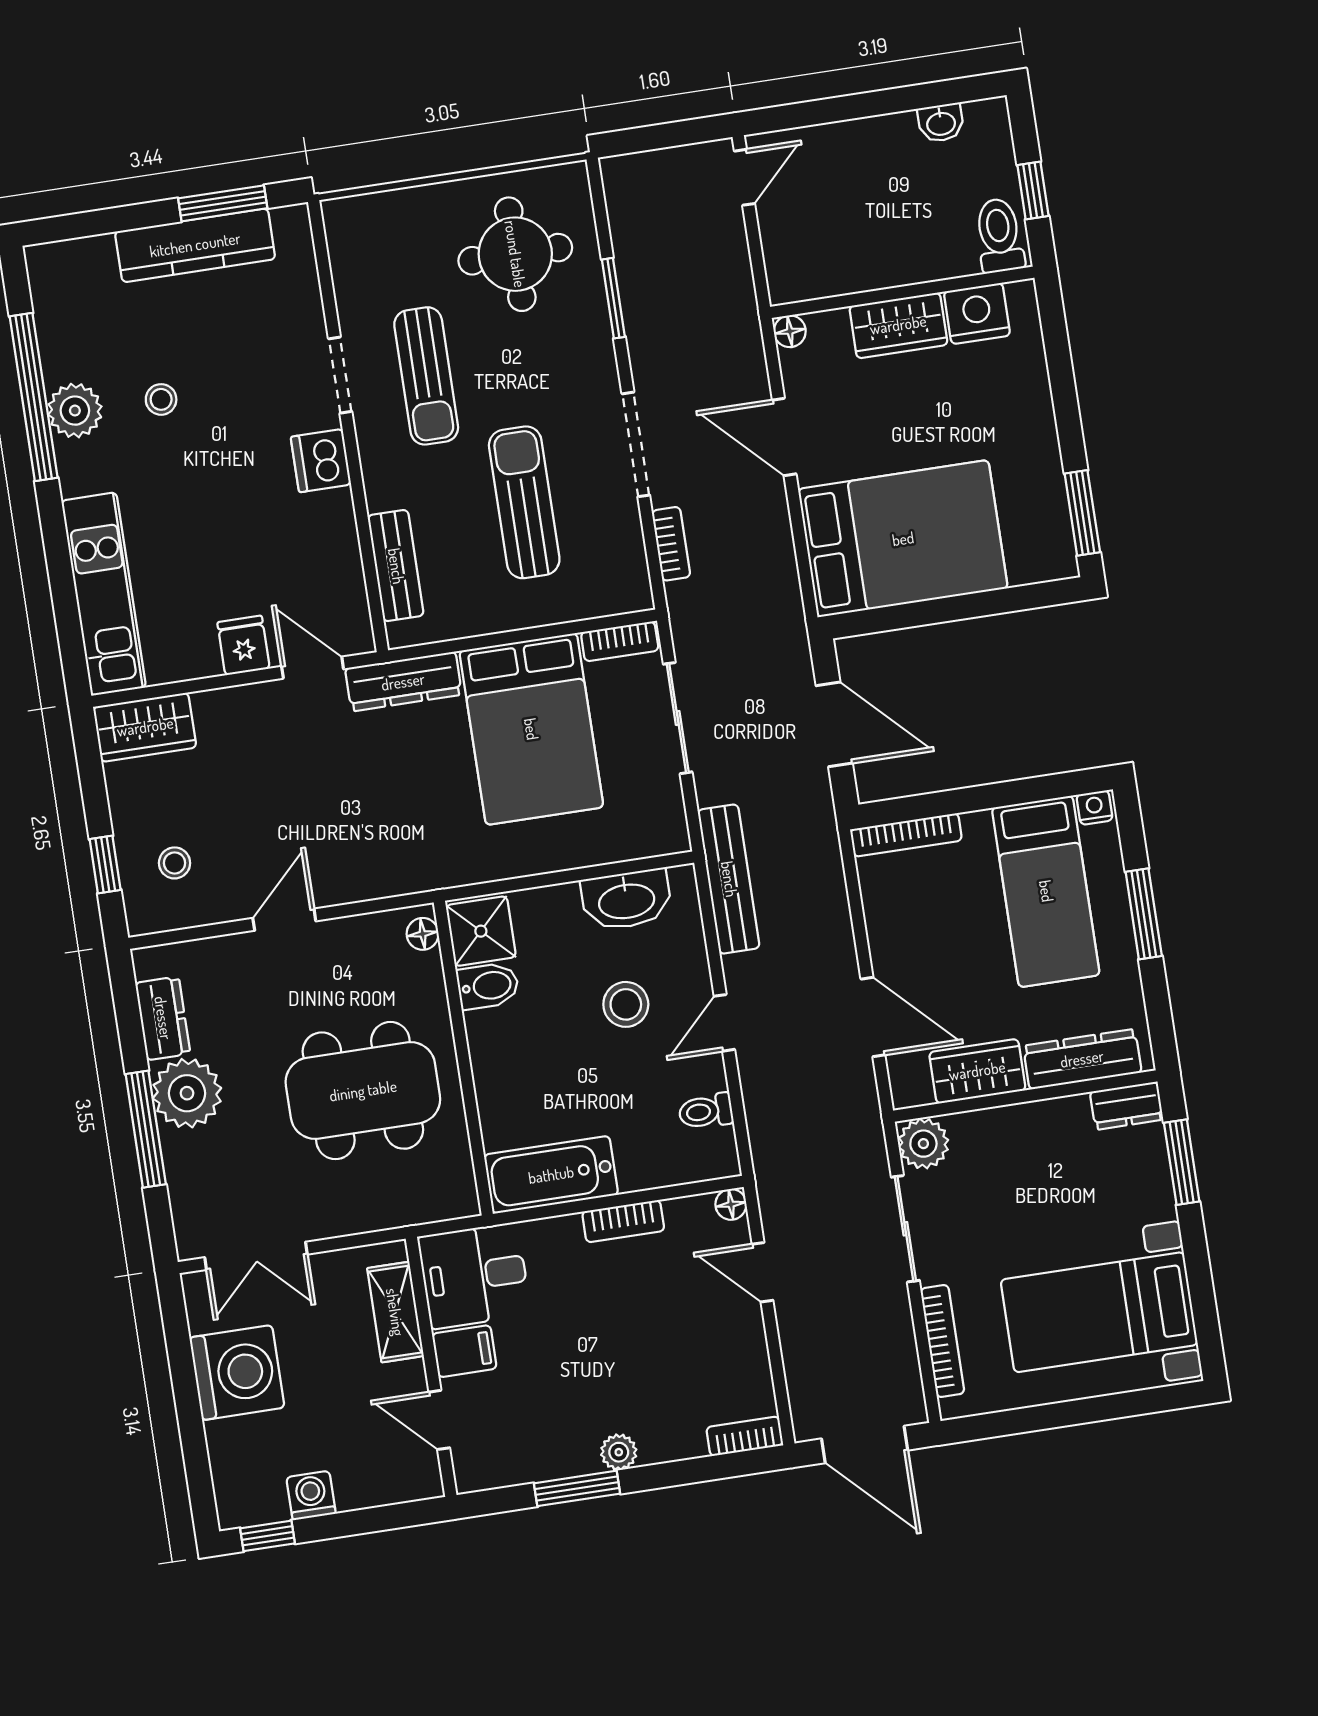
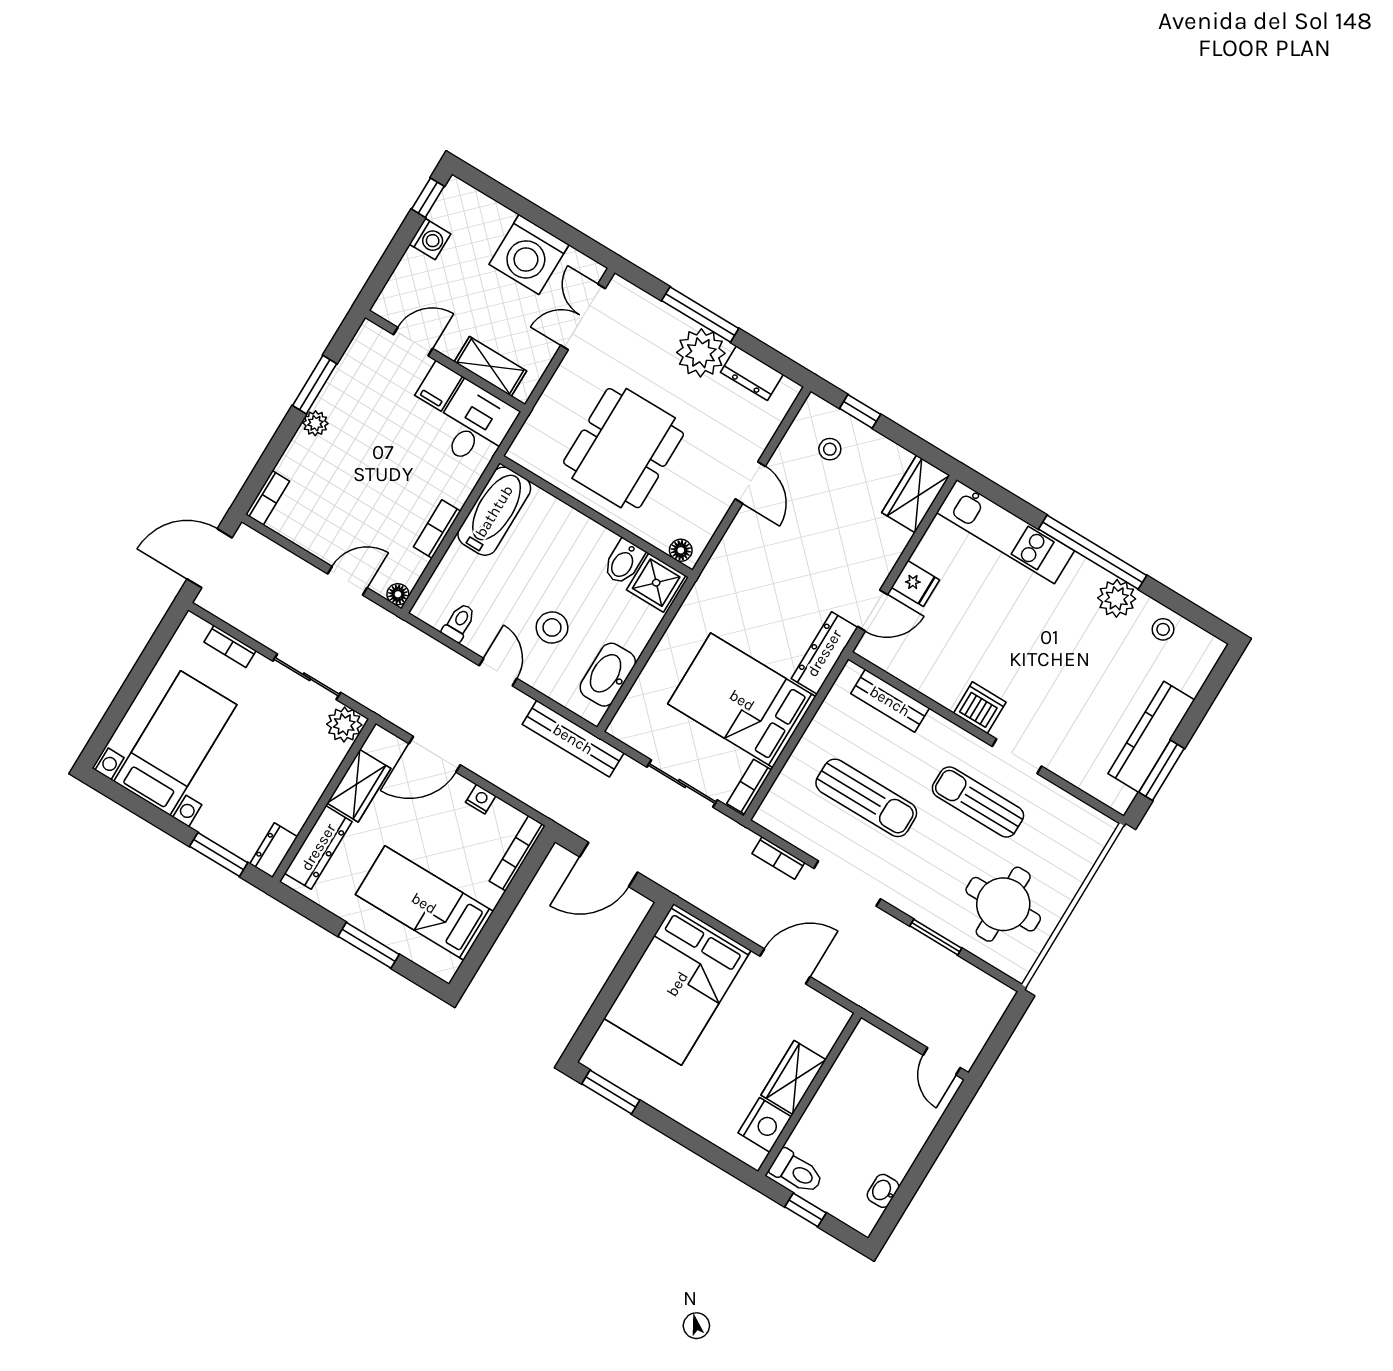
floor lamp: (790, 331) -> (839, 1017), removed
window: (34, 397) -> (1093, 552), moved
stool: (161, 399) -> (1163, 629), moved
nightstand: (1094, 807) -> (481, 799), moved, turned -90
bookcase: (942, 1341) -> (230, 646), width x0.64

